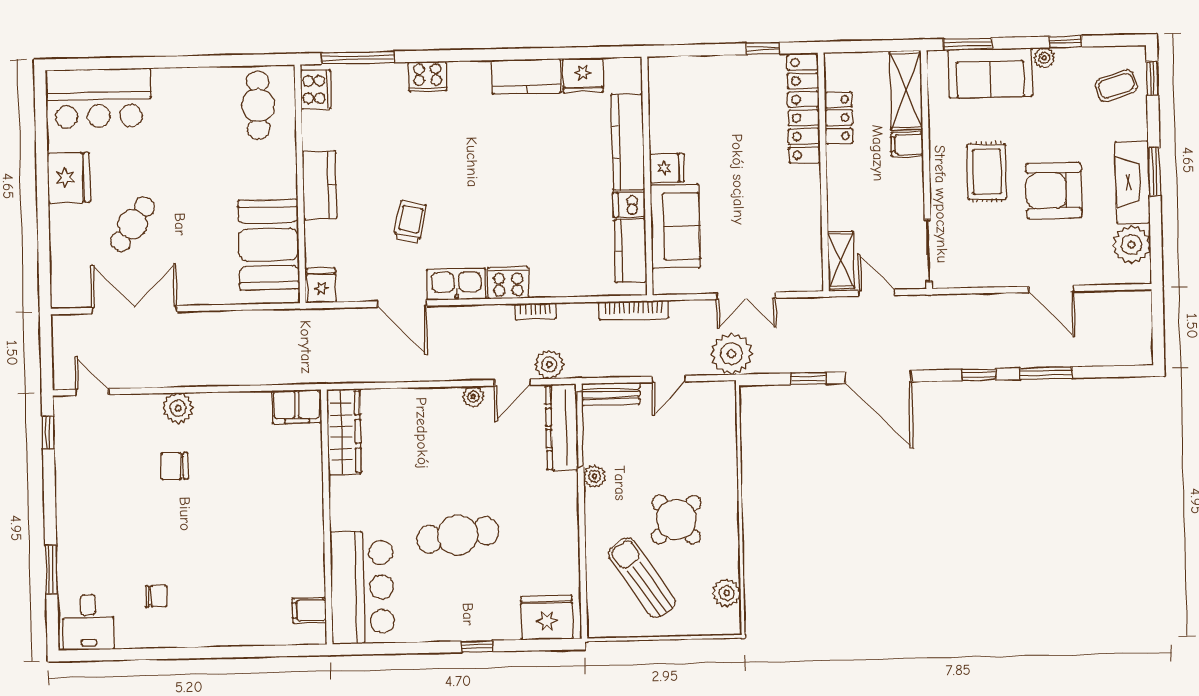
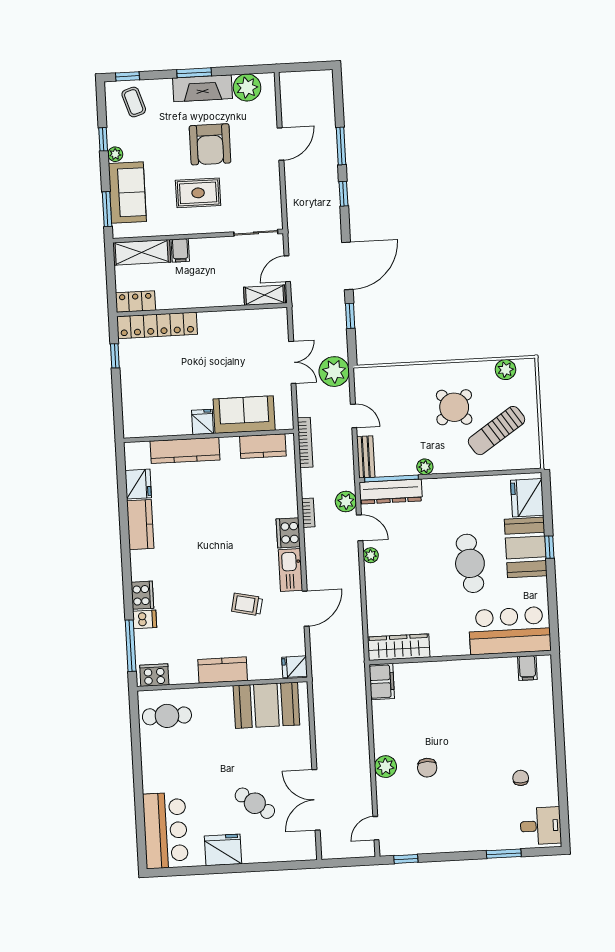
locker: (839, 118) -> (135, 301), moved
dishwasher: (629, 205) -> (145, 619), moved, turned -90
booth: (478, 613) -> (526, 547), added

